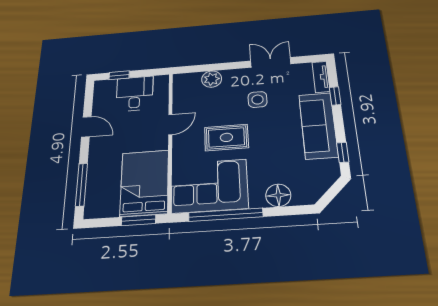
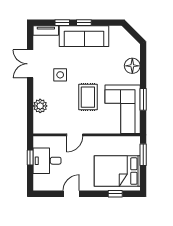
window: (119, 75) -> (30, 158), moved
door: (170, 125) -> (75, 135), swing flipped
window: (343, 152) -> (84, 23), moved
bed: (145, 183) -> (117, 171), moved
window: (81, 185) -> (115, 194), width x0.46
window: (226, 215) -> (143, 99), width x0.47

